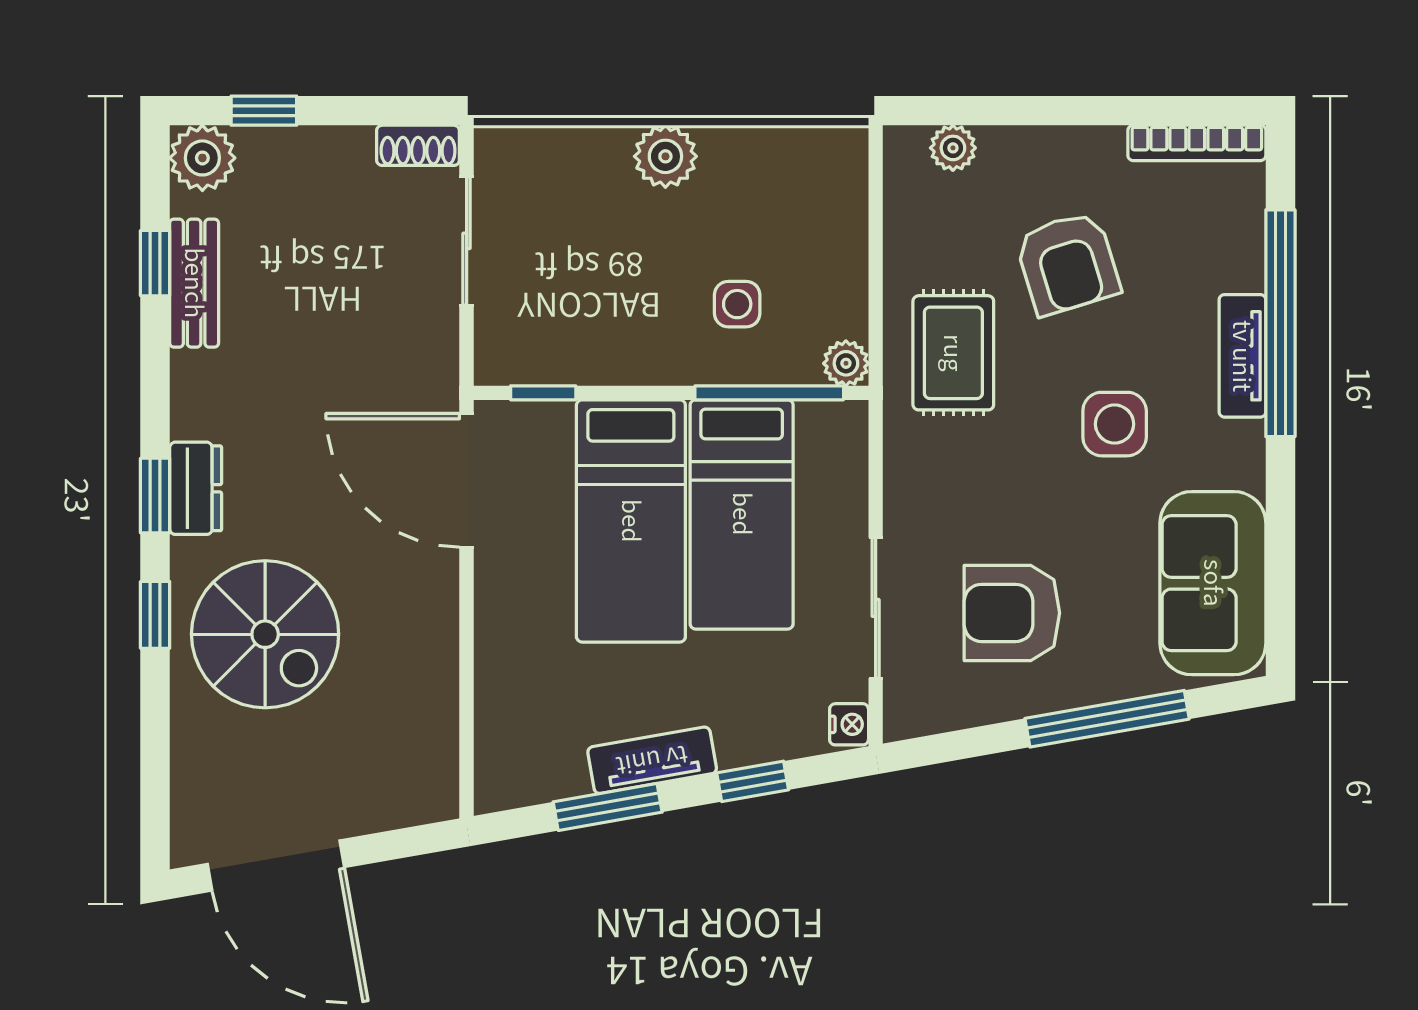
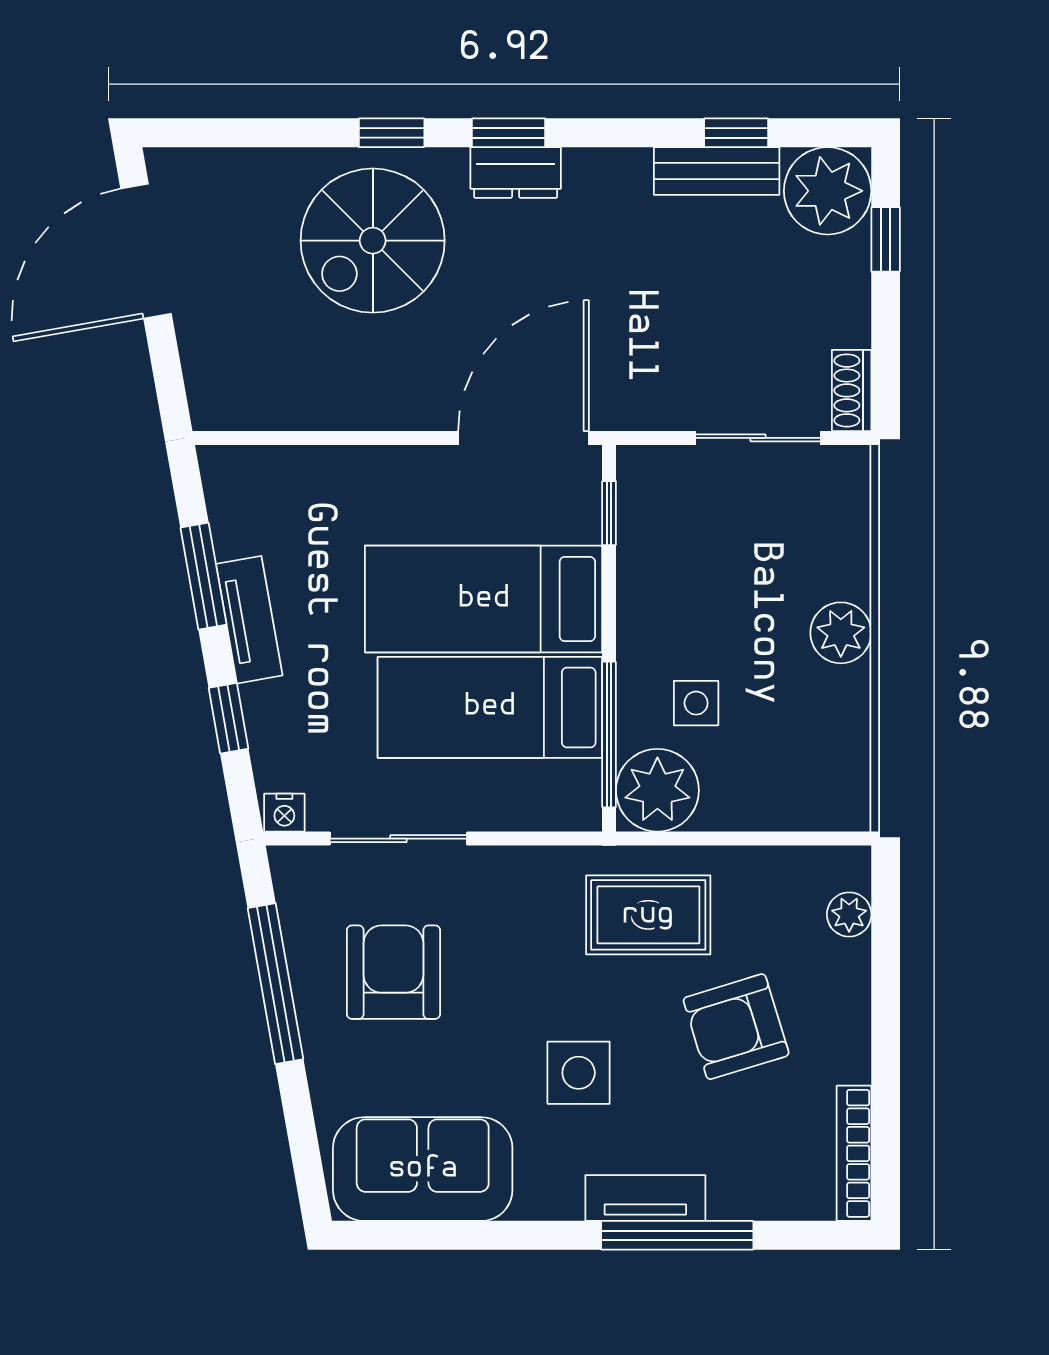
plant: (202, 158) -> (828, 191), width x1.36, depth x1.36
window: (1280, 323) -> (677, 1235), width x0.68
plant: (846, 363) -> (657, 790), width x1.87, depth x1.87
window: (1107, 719) -> (275, 984), moved

